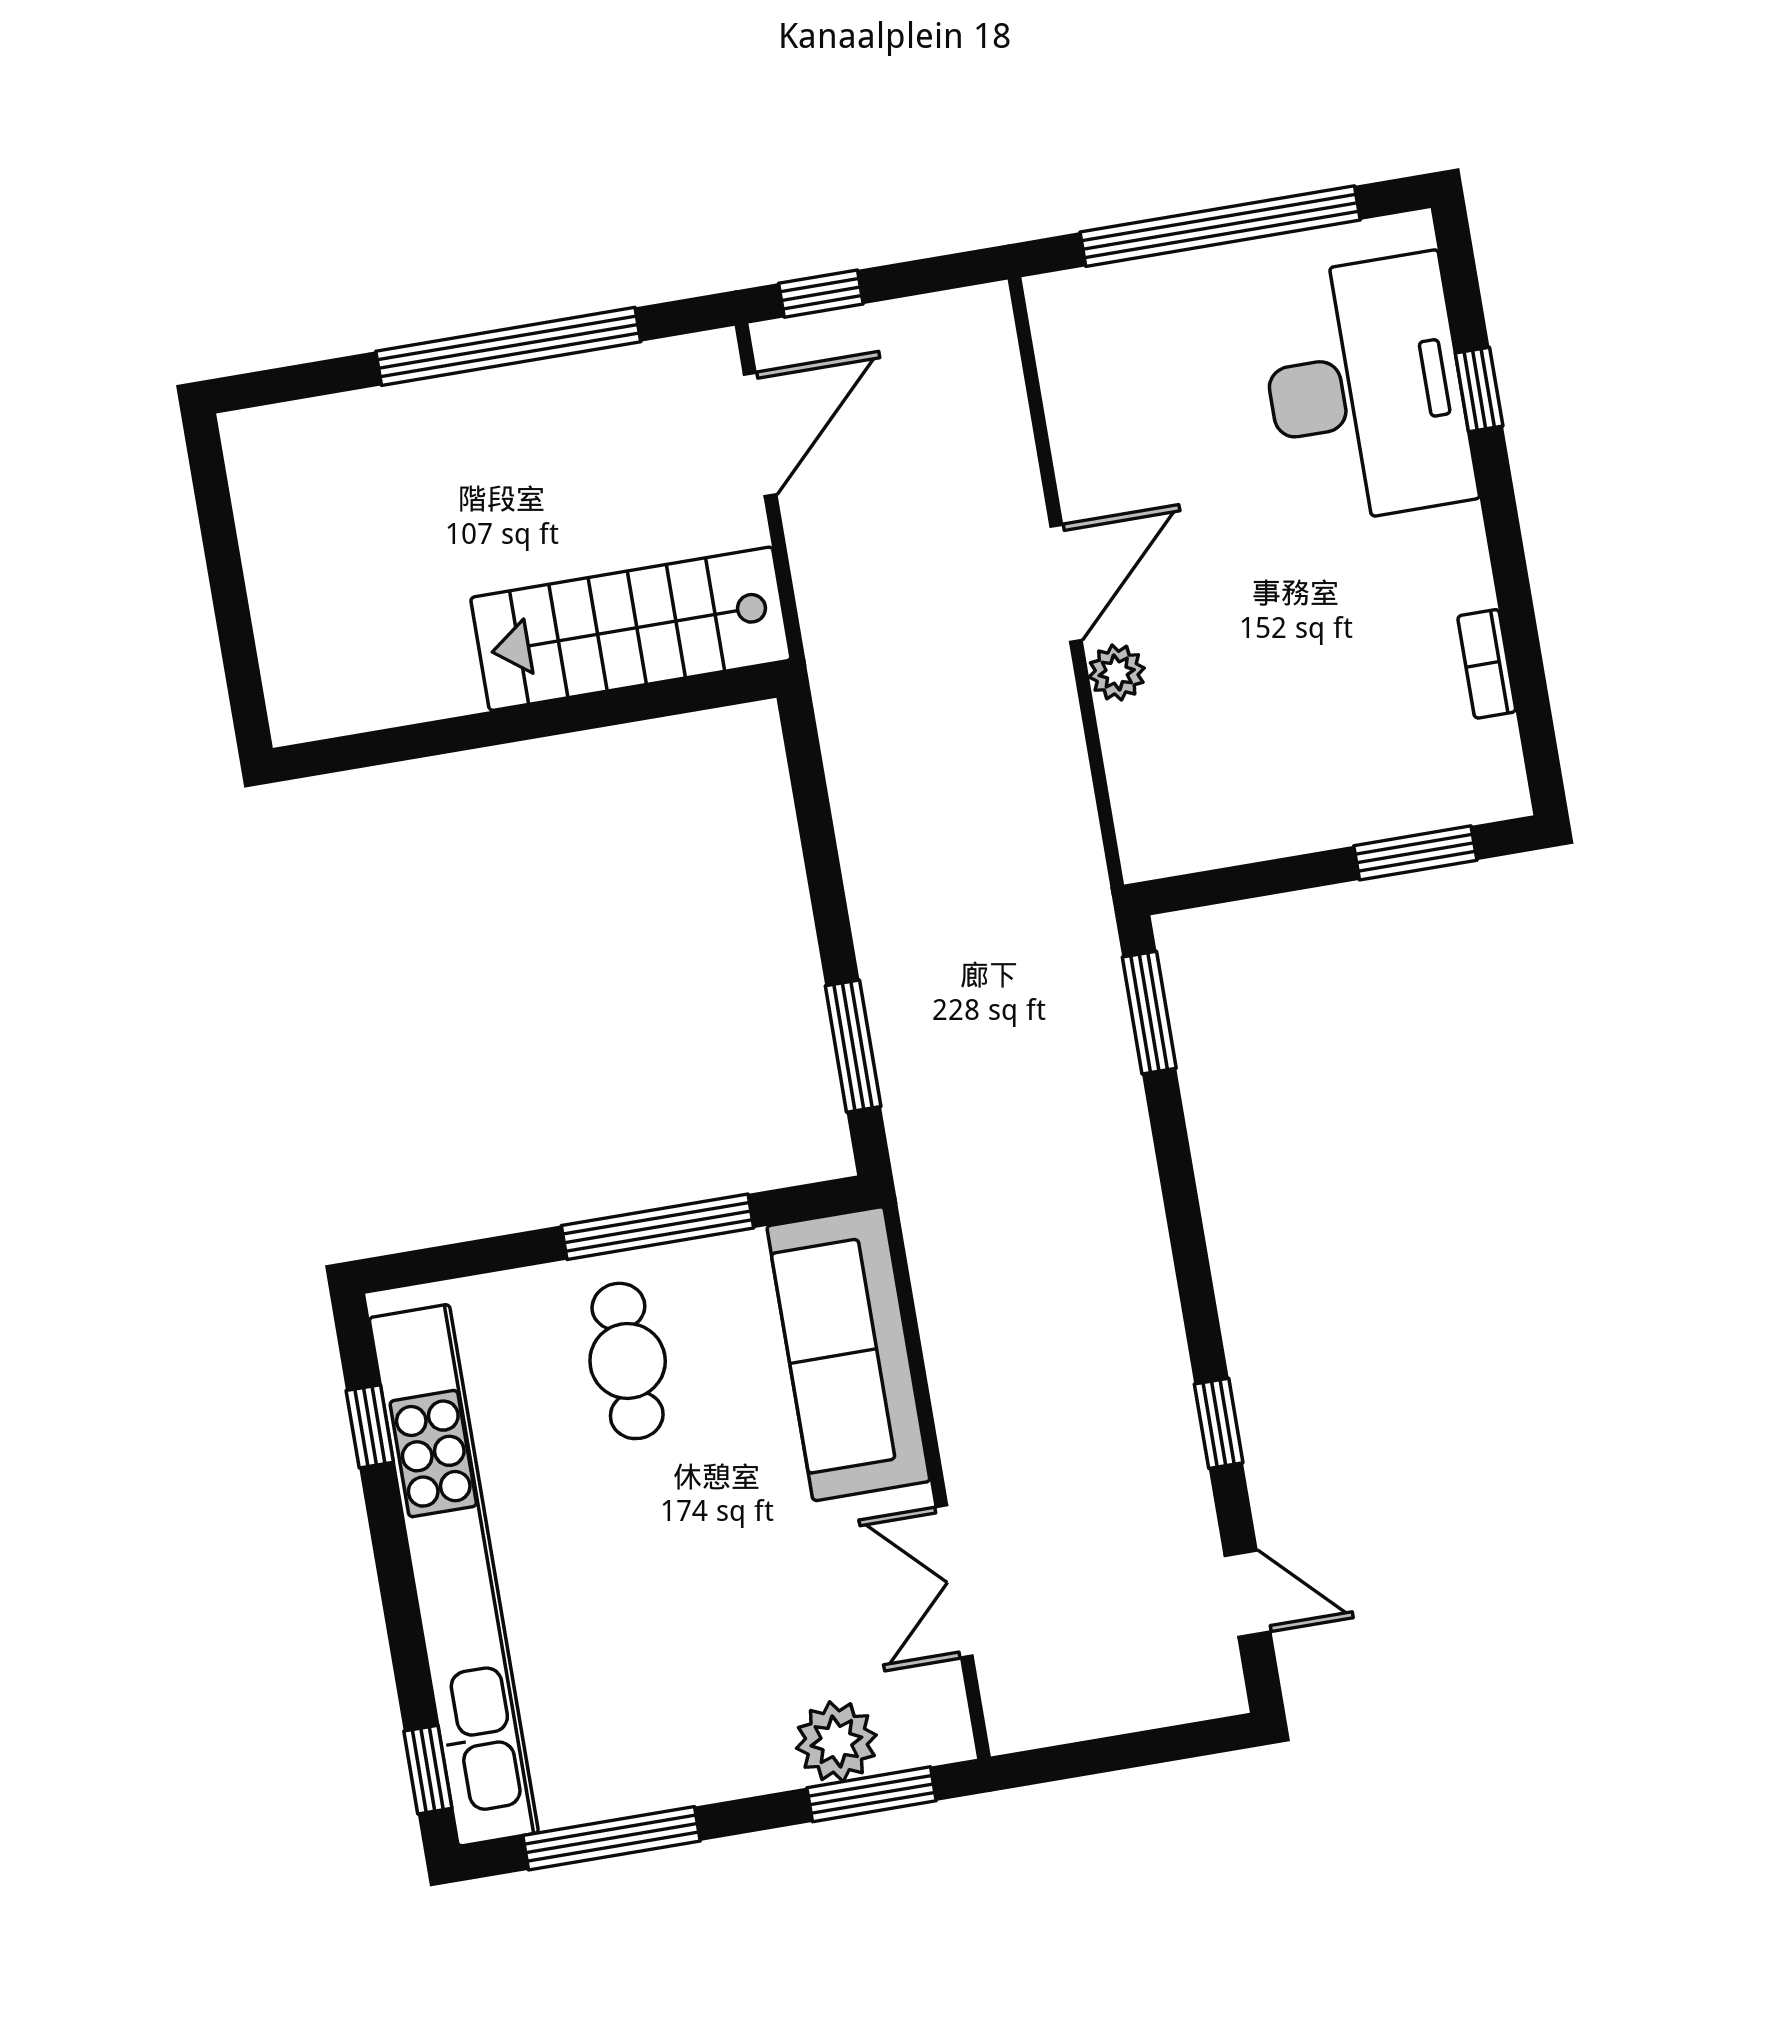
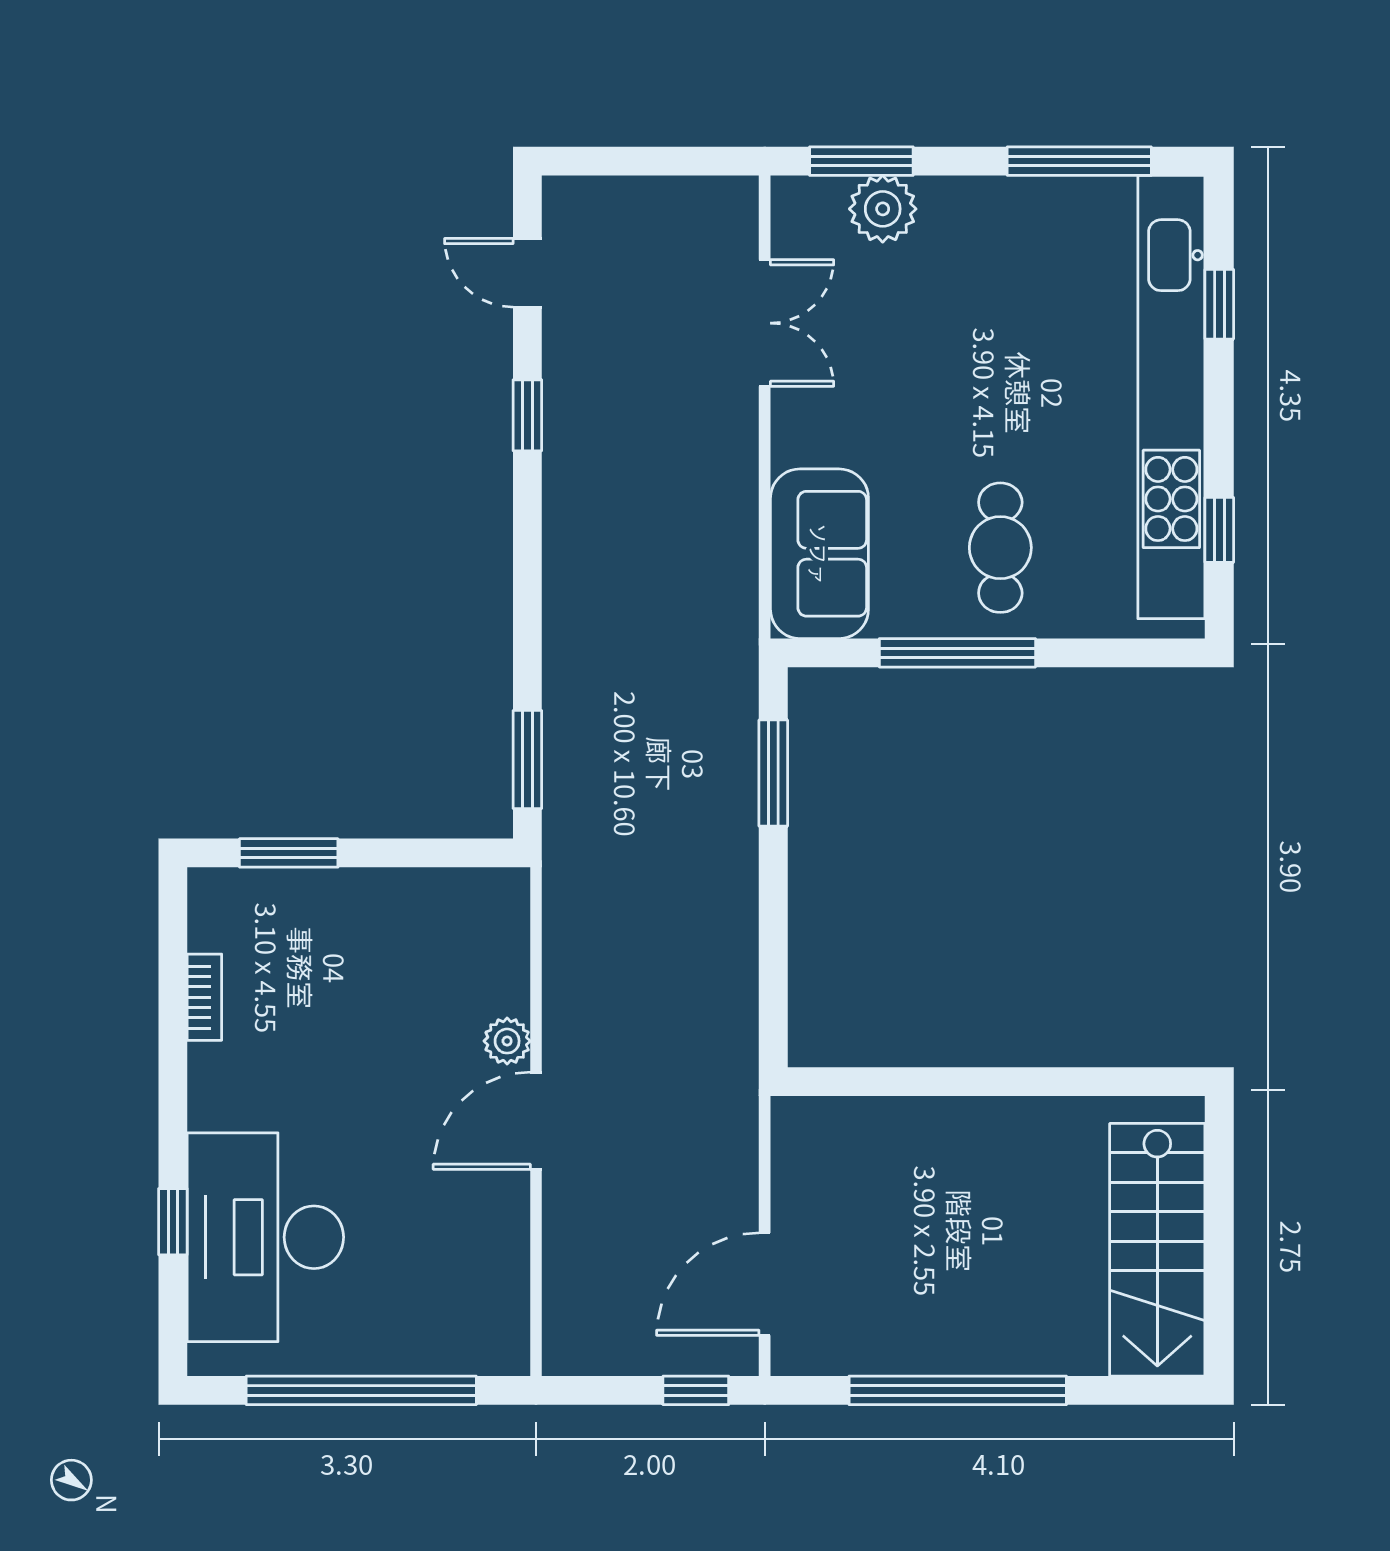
stairs: (631, 629) -> (1157, 1250), moved, turned 90
sofa: (848, 1354) -> (819, 554), width x0.73
window: (428, 1770) -> (1219, 304), moved

